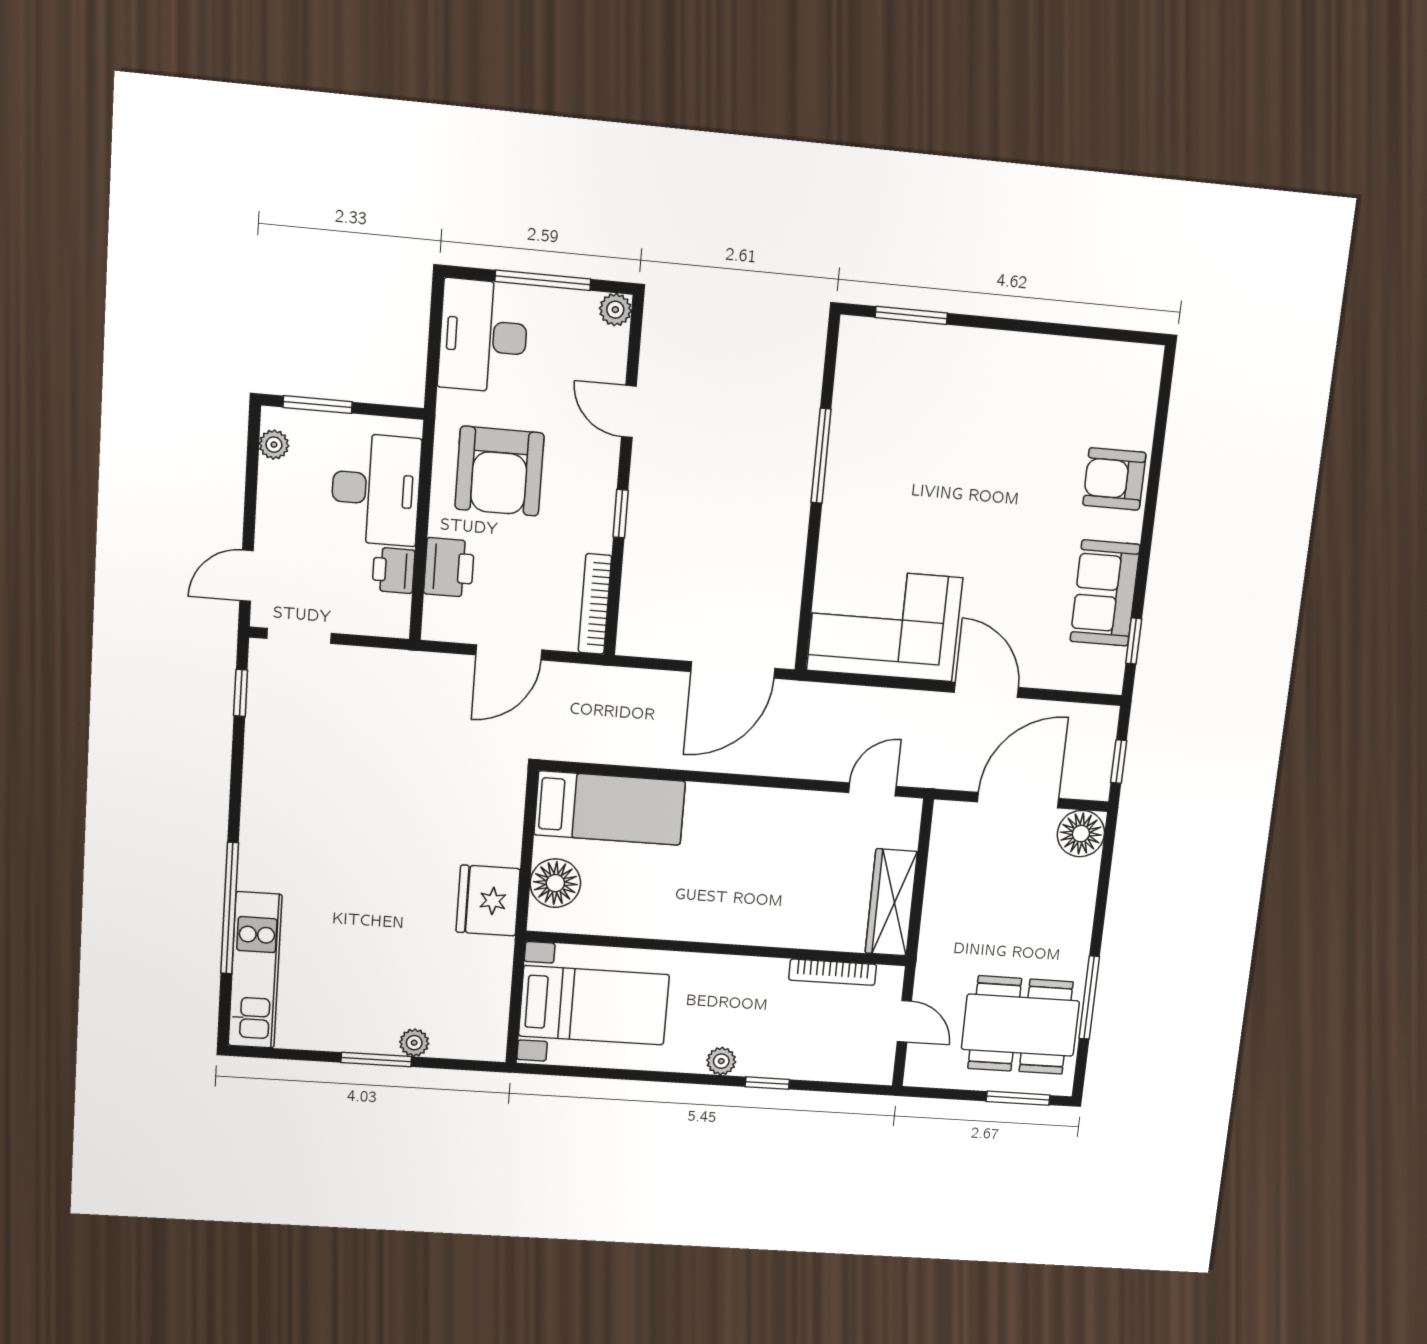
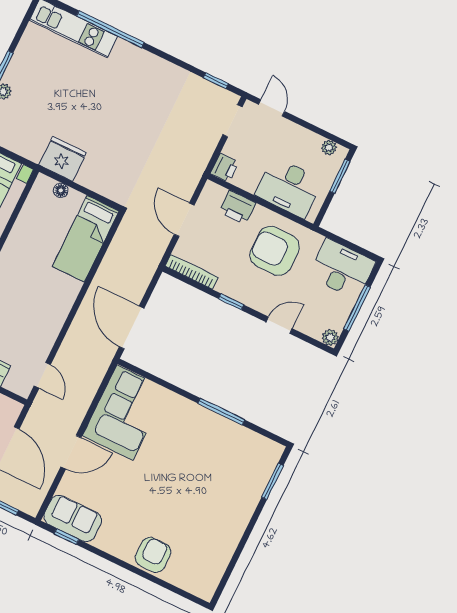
printer: (393, 570) -> (224, 168), moved, turned 90
sofa: (1105, 593) -> (73, 518), moved
floor lamp: (555, 883) -> (61, 190), width x0.53, depth x0.53

